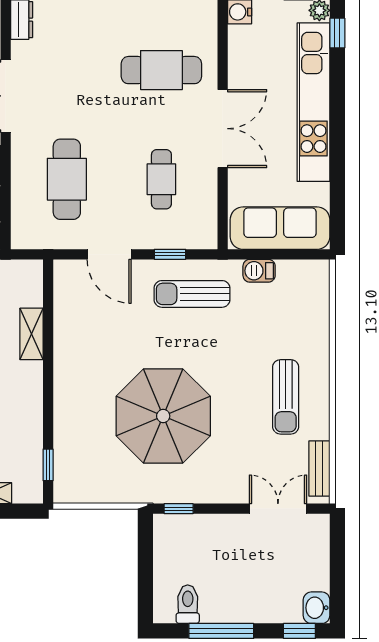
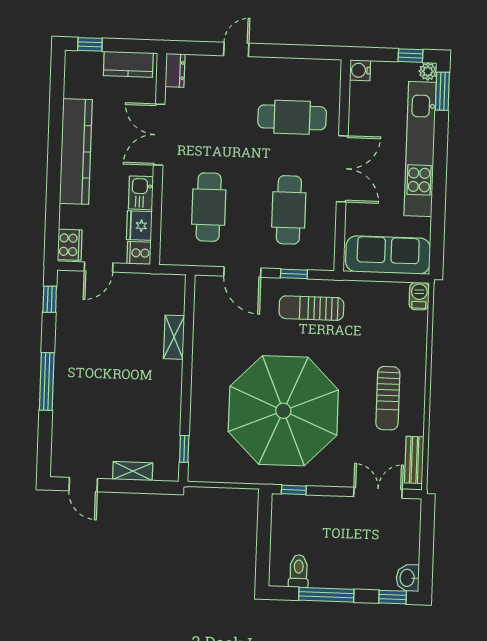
window: (337, 33) -> (442, 91), width x1.50
cafe table: (161, 179) -> (289, 210), width x1.37, depth x1.35
barbecue: (259, 271) -> (419, 296), moved, turned 90
parasol: (163, 416) -> (283, 411), width x1.36, depth x1.36

